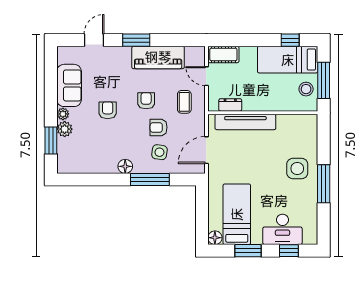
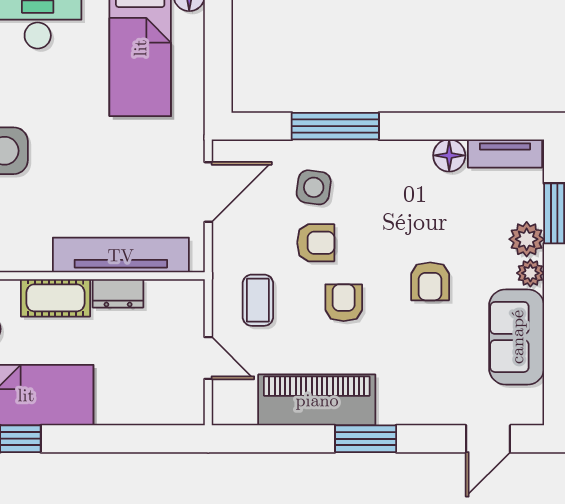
door: (94, 40) -> (488, 439), moved
cot: (223, 54) -> (55, 298), moved
armchair: (146, 101) -> (344, 303), turned 180
dresser: (230, 105) -> (118, 293), moved
floor lamp: (125, 166) -> (449, 155), moved
tv unit: (74, 167) -> (505, 154), added

